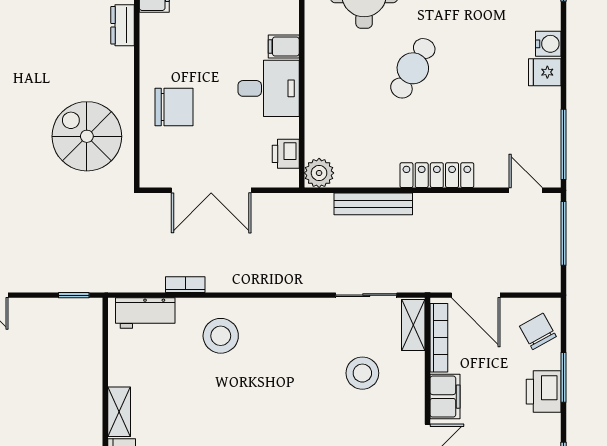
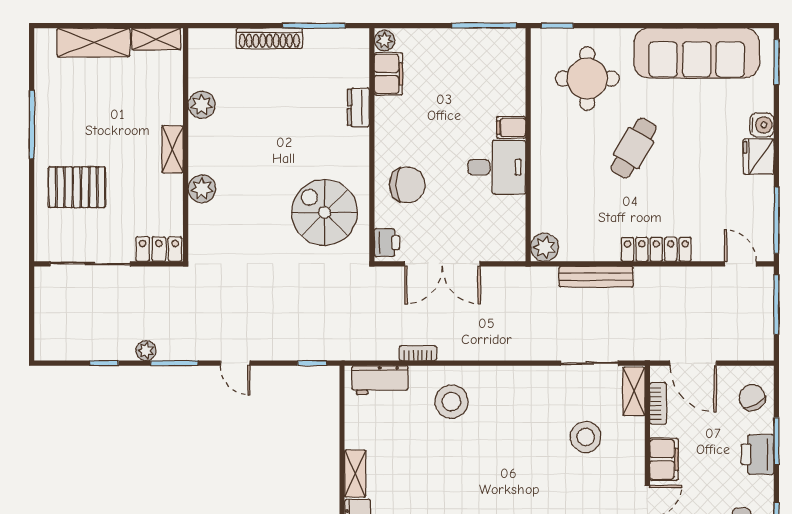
fridge: (545, 72) -> (759, 157), width x1.38
printer: (286, 154) -> (387, 243), moved, turned 180
bookcase: (439, 338) -> (658, 403), width x0.64

